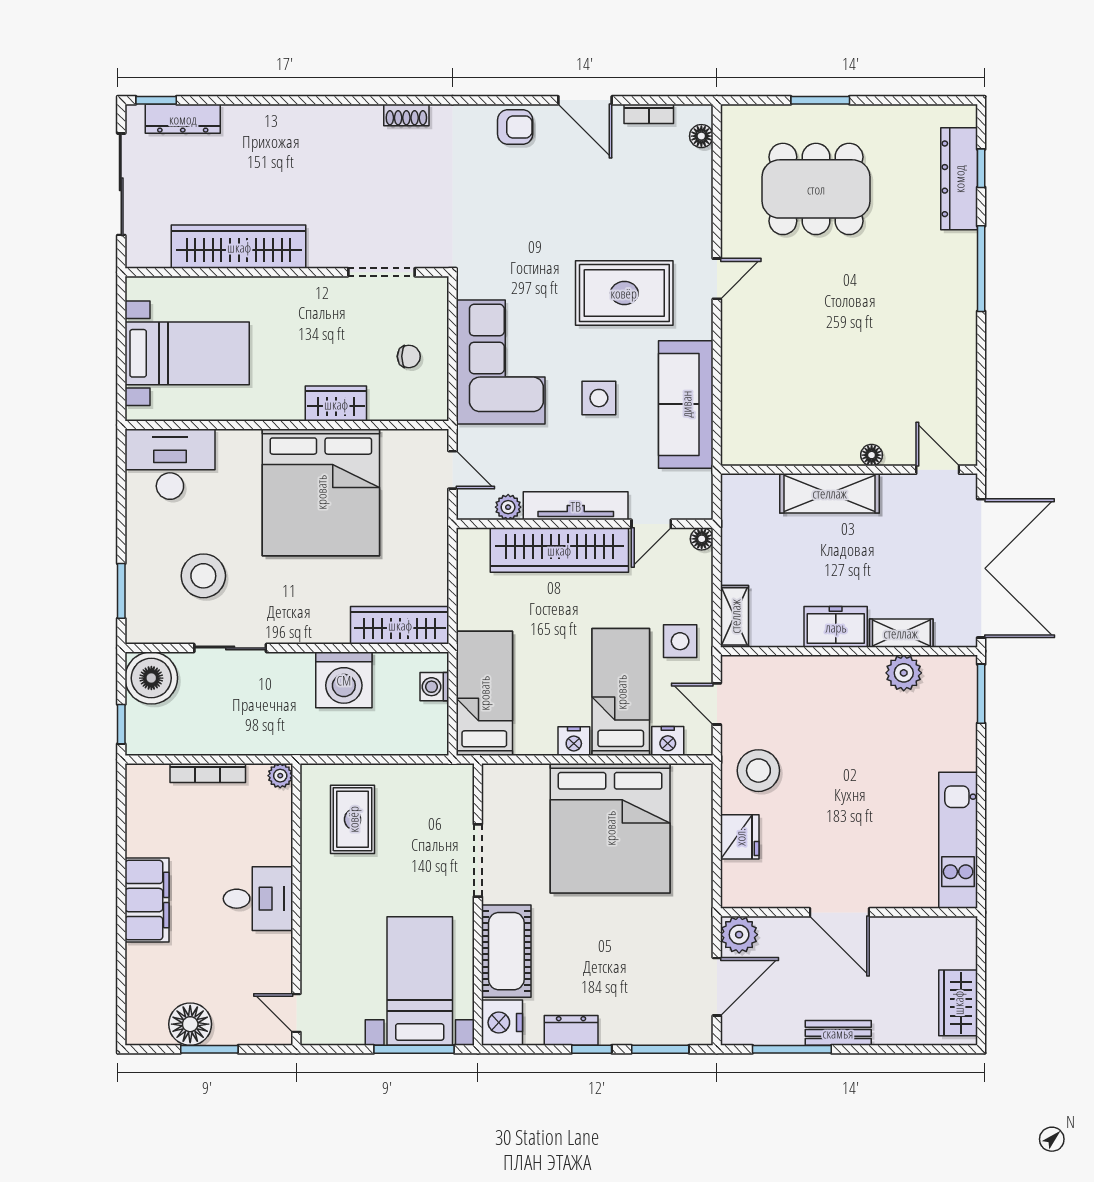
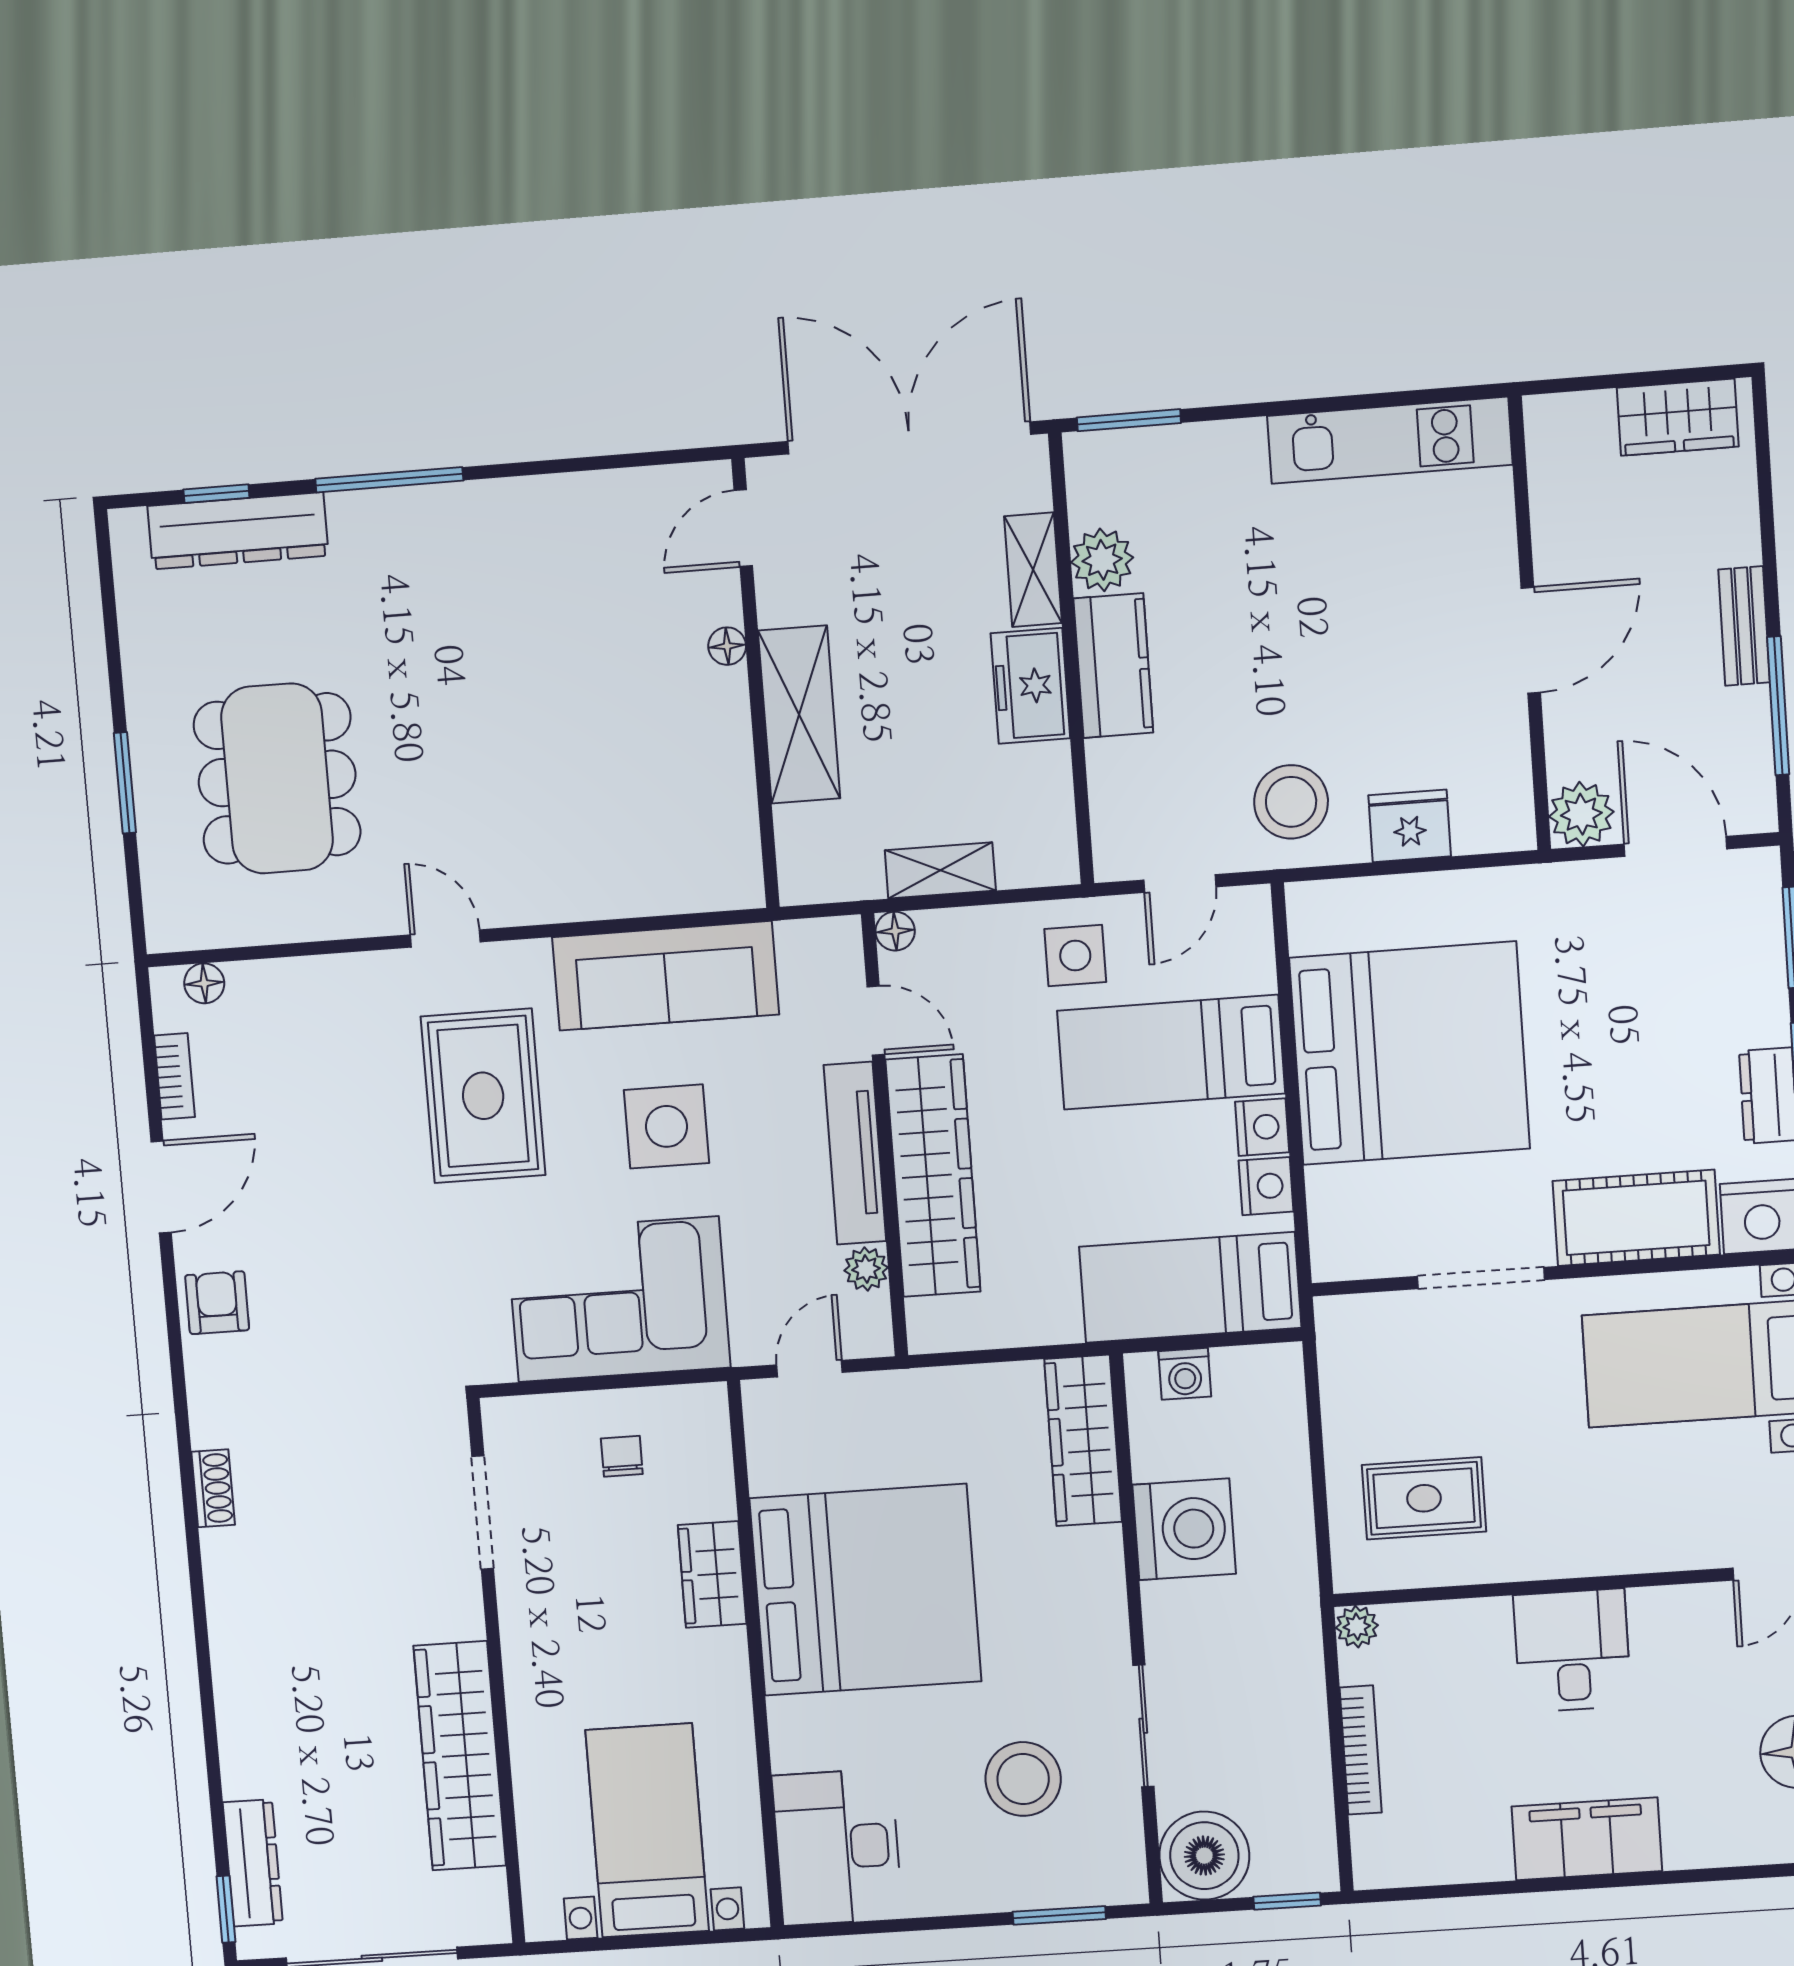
side table: (599, 398) -> (666, 1126), width x1.37, depth x1.37
shelving: (735, 616) -> (940, 870), moved
kitchen counter: (843, 675) -> (1113, 666), added
nightstand: (668, 741) -> (1266, 1186), moved

